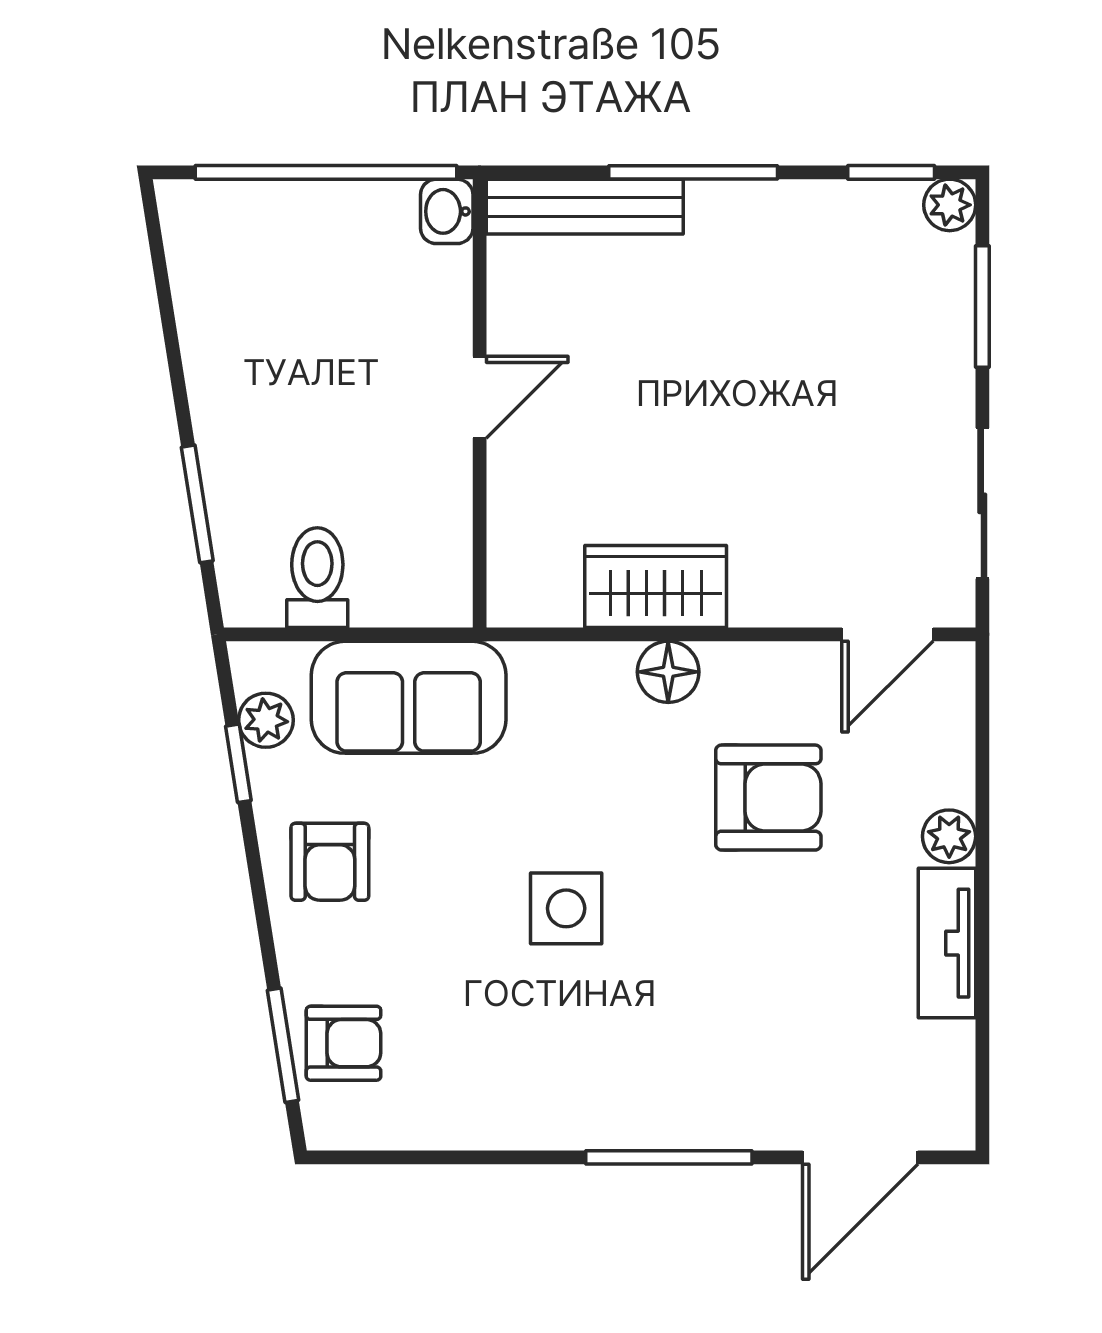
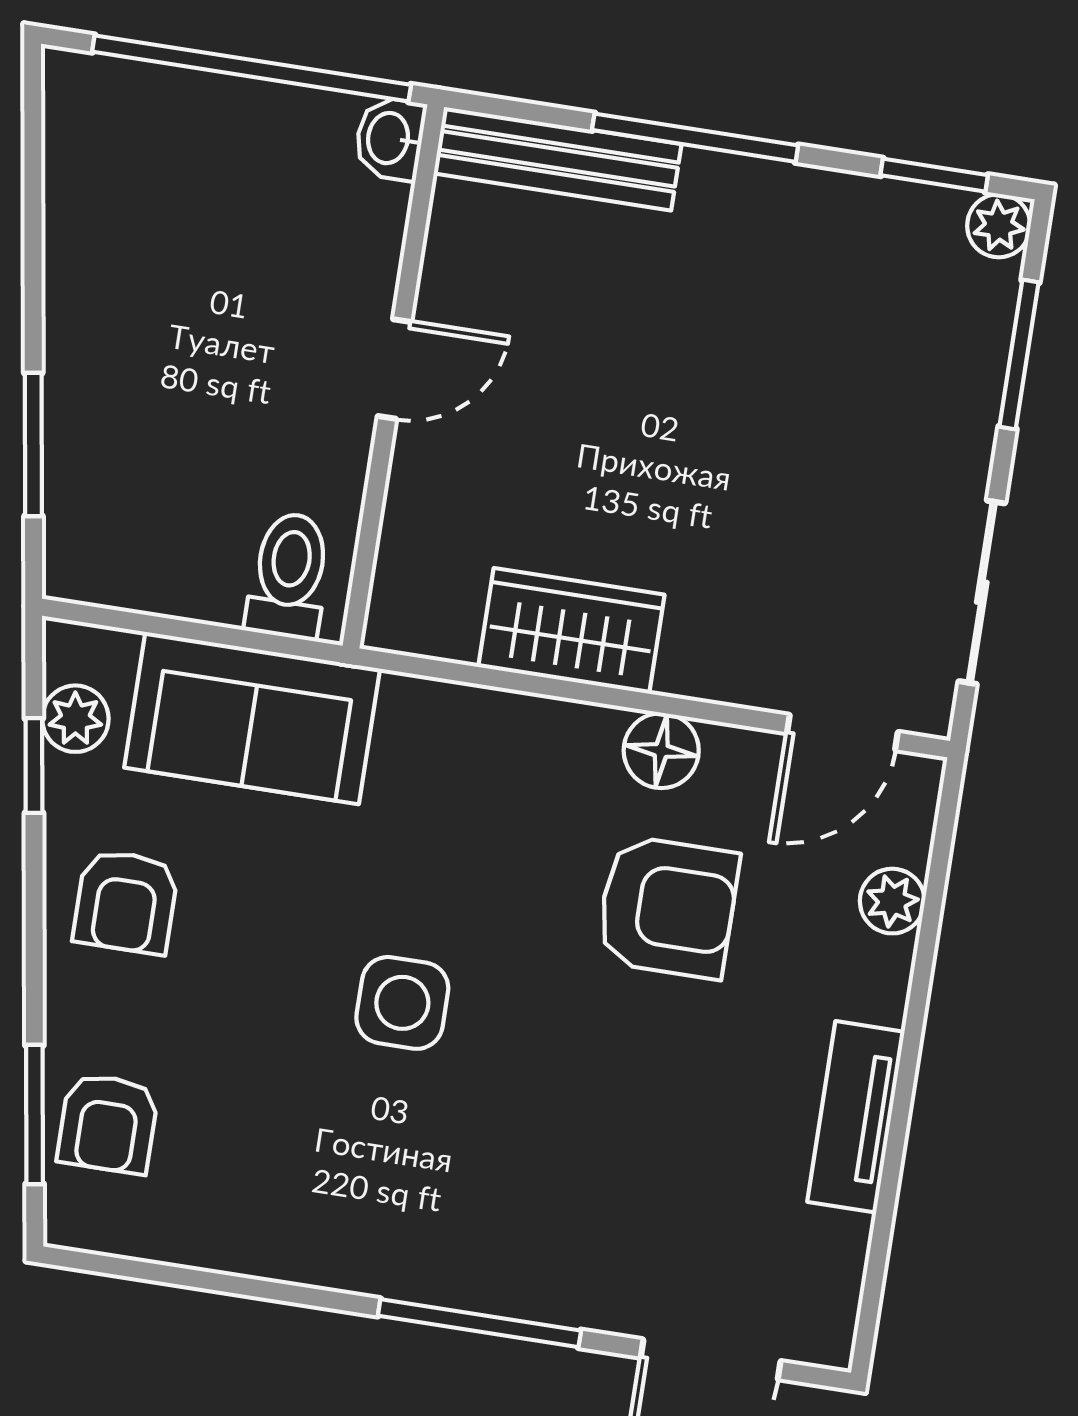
toilet: (317, 578) -> (289, 576), moved
floor lamp: (668, 672) -> (661, 751), moved
plant: (949, 836) -> (892, 901), moved
armchair: (343, 1043) -> (108, 1124), turned 90

